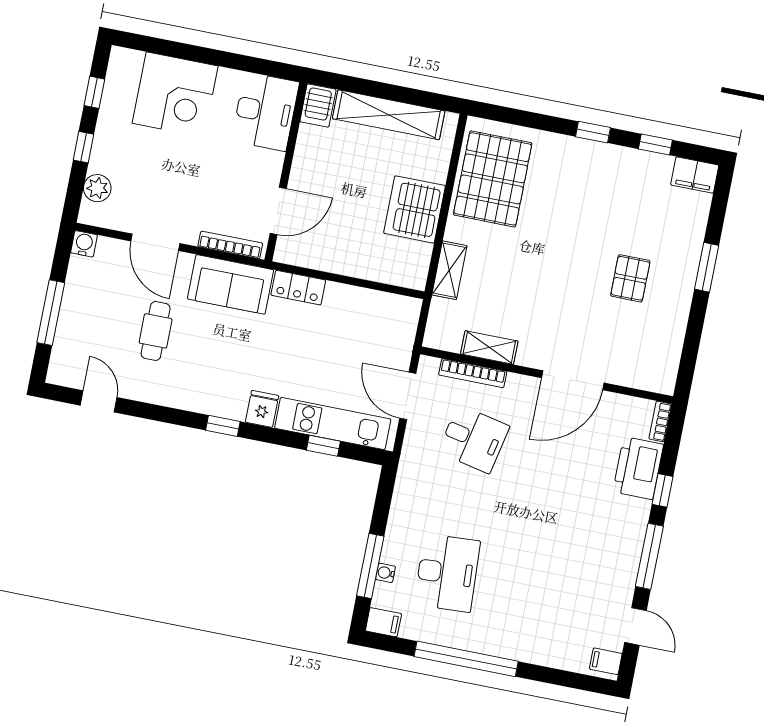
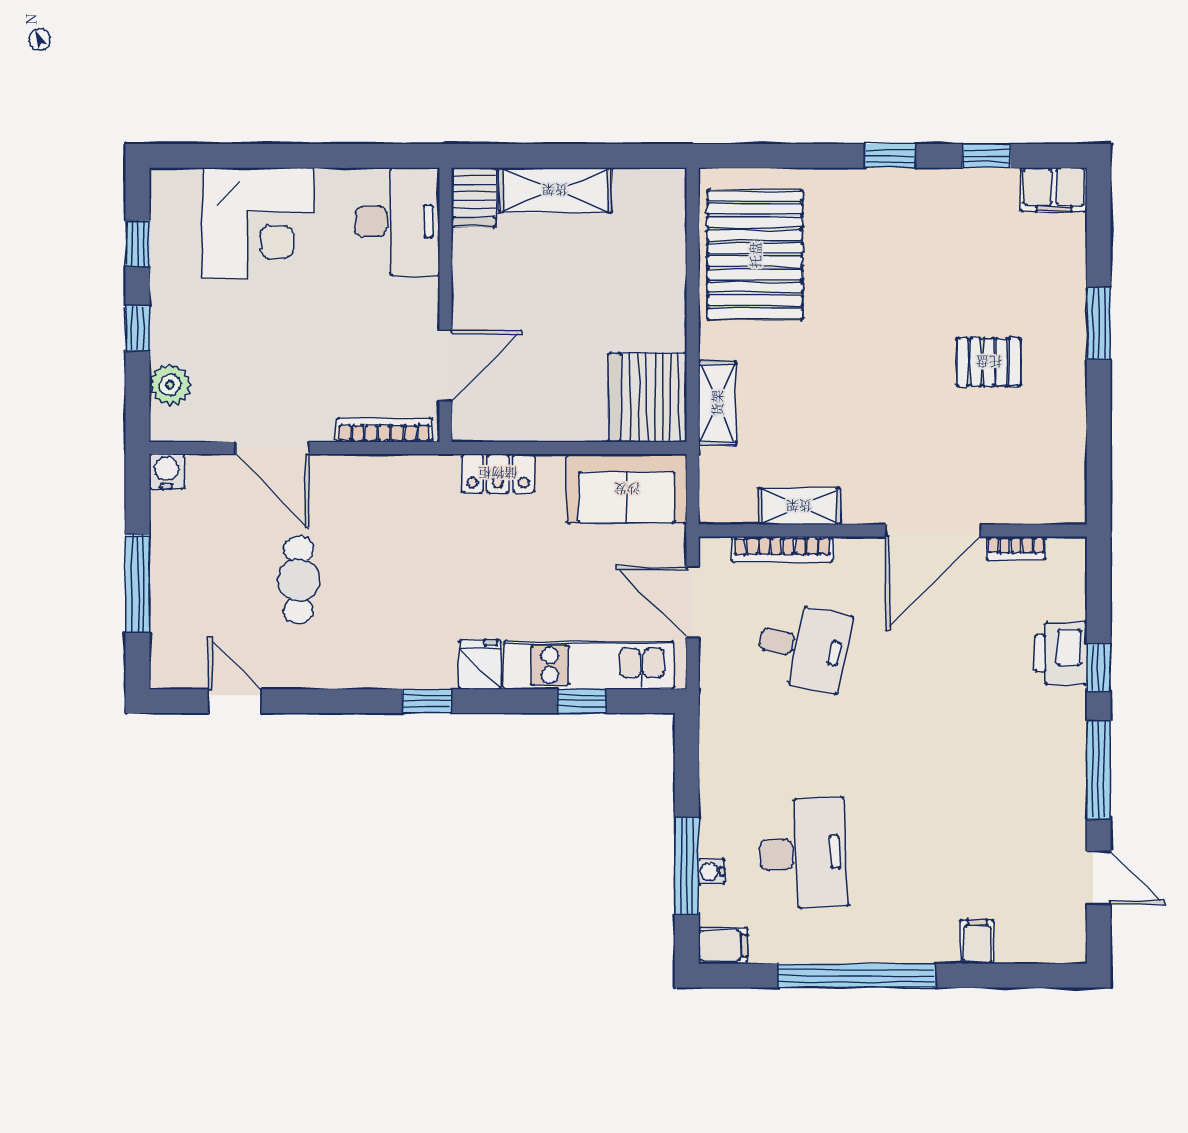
shelving: (389, 115) -> (555, 190), width x0.68
server rack: (414, 209) -> (648, 397), moved
pallet: (630, 278) -> (989, 362), turned 90
sofa: (231, 284) -> (627, 489), moved
bookcase: (660, 421) -> (1016, 548), moved, turned -90
printer: (638, 468) -> (1061, 653), width x0.73, depth x0.84
filing cabinet: (606, 661) -> (977, 942), moved, turned 90

